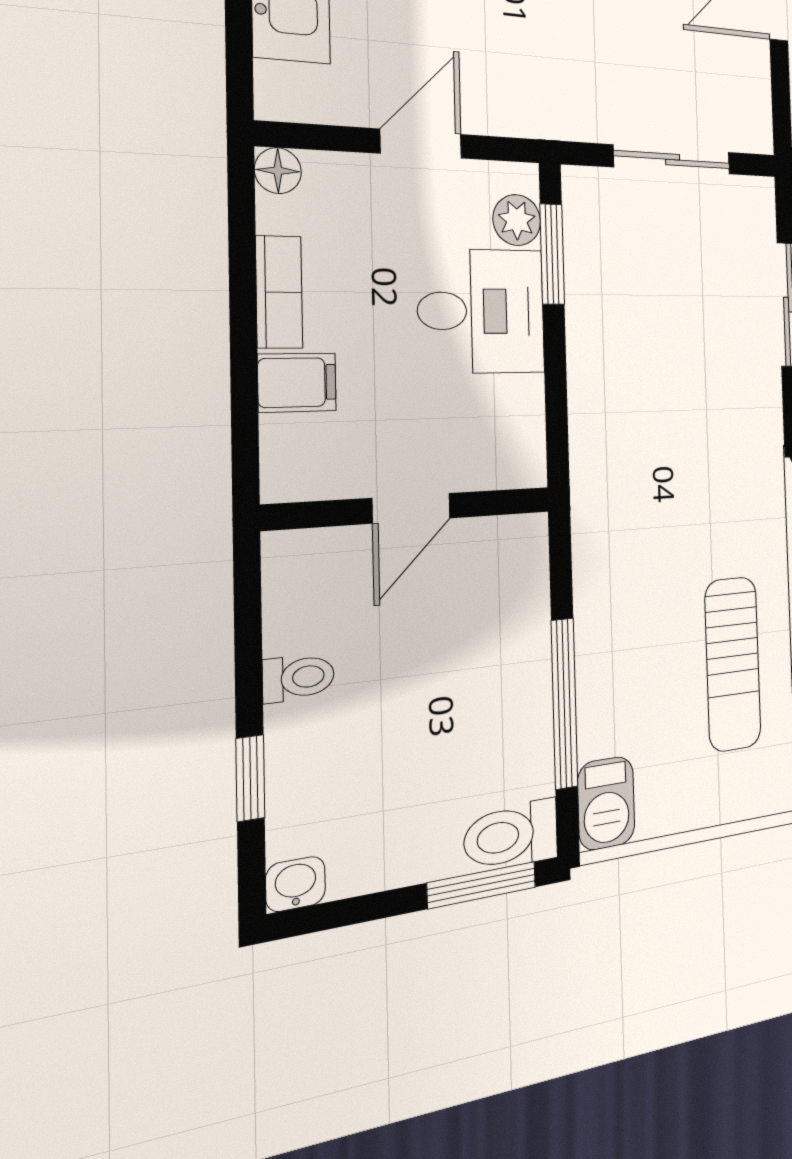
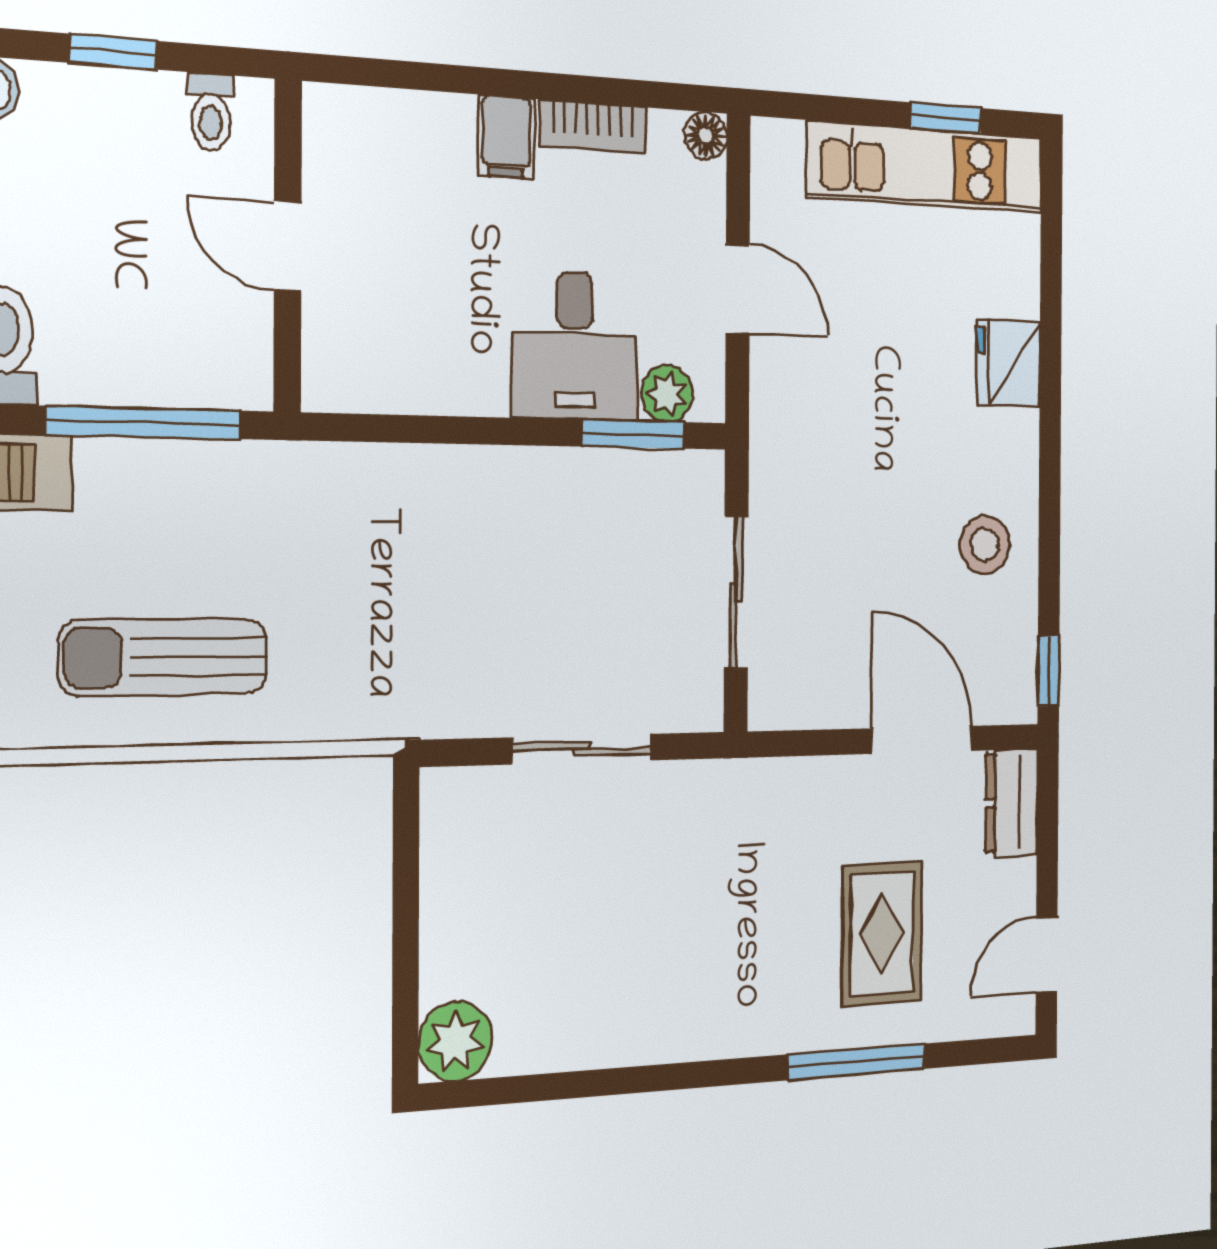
door: (411, 508) -> (288, 246), moved
wall: (411, 508) -> (288, 246), moved

